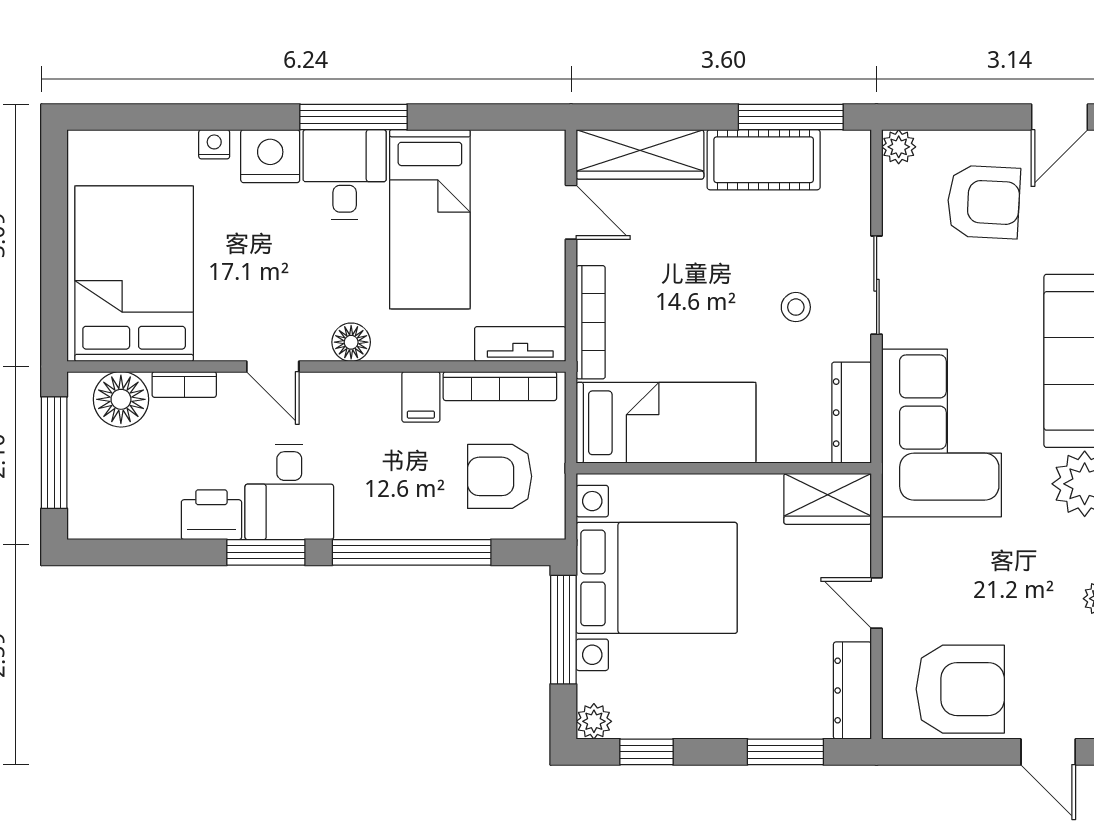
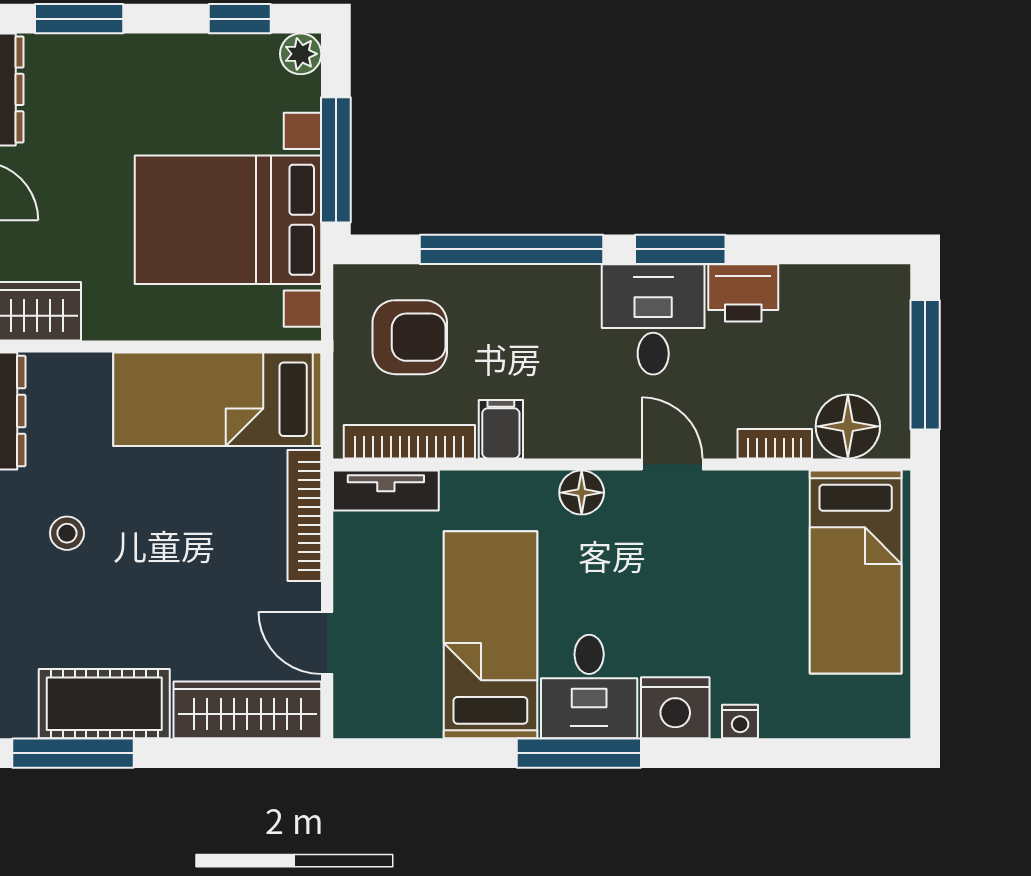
bed: (134, 274) -> (856, 572), width x0.67

